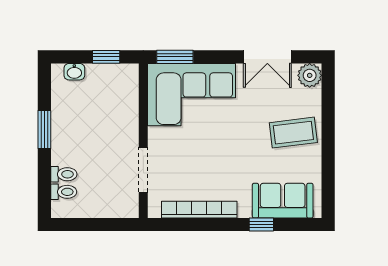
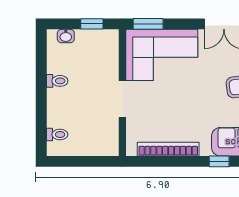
window: (44, 130) -> (41, 83), removed
doorway: (143, 170) -> (122, 99), moved
toilet: (64, 174) -> (57, 81), moved

